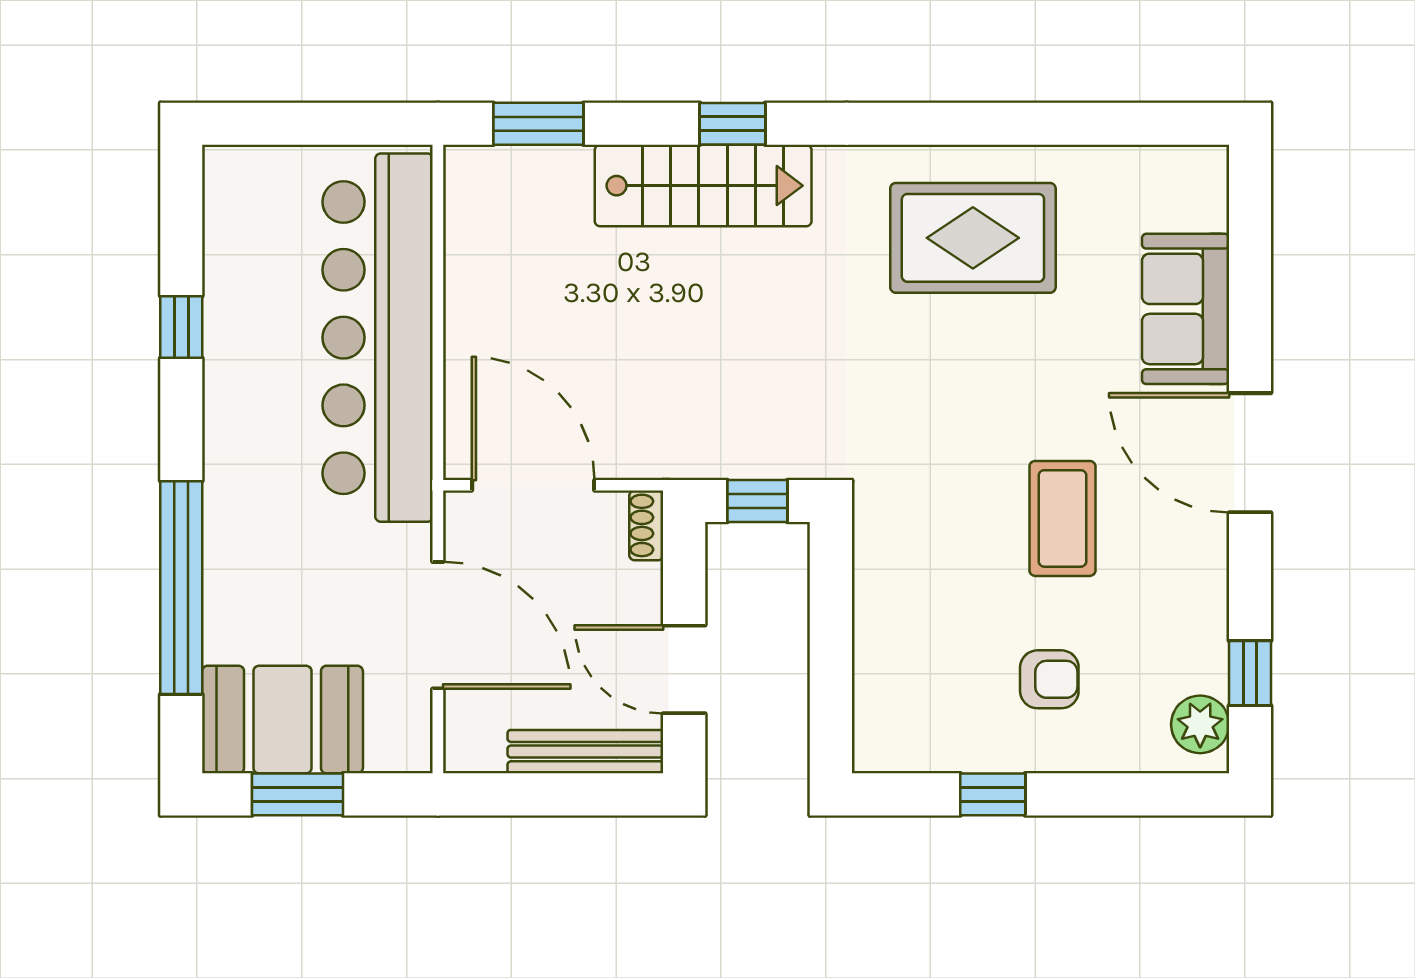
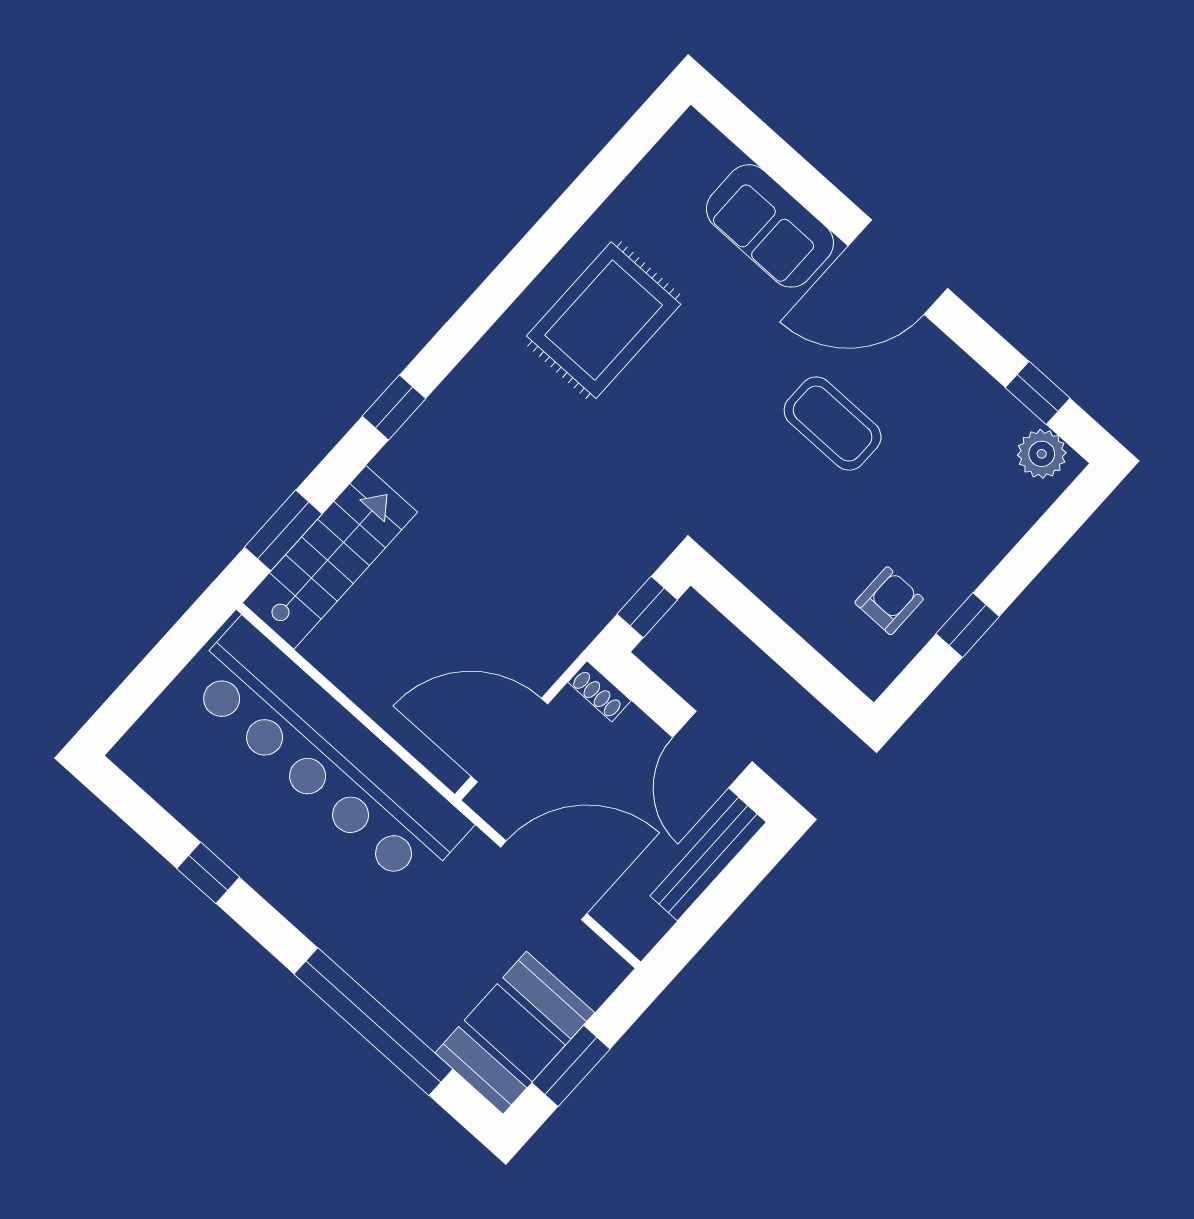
stairs: (703, 186) -> (330, 557), moved
door: (684, 669) -> (712, 750), hinge flipped
armchair: (1049, 679) -> (889, 601), moved

